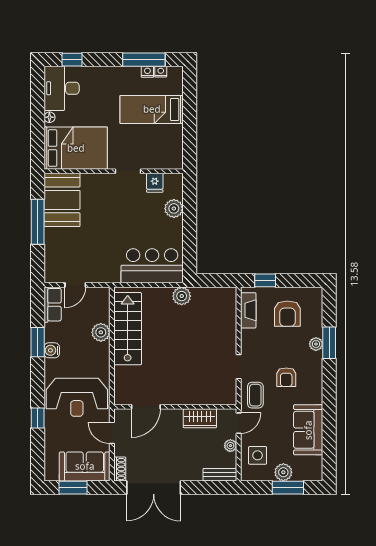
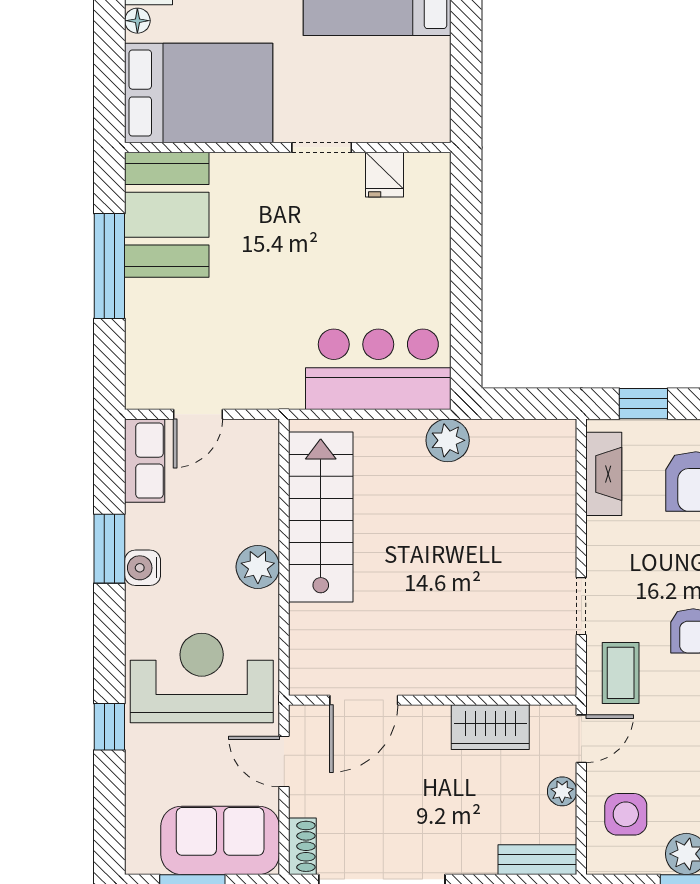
plant: (174, 208) -> (429, 235), removed
plant: (101, 332) -> (258, 567), moved
reception desk: (77, 397) -> (202, 678), turned 180

